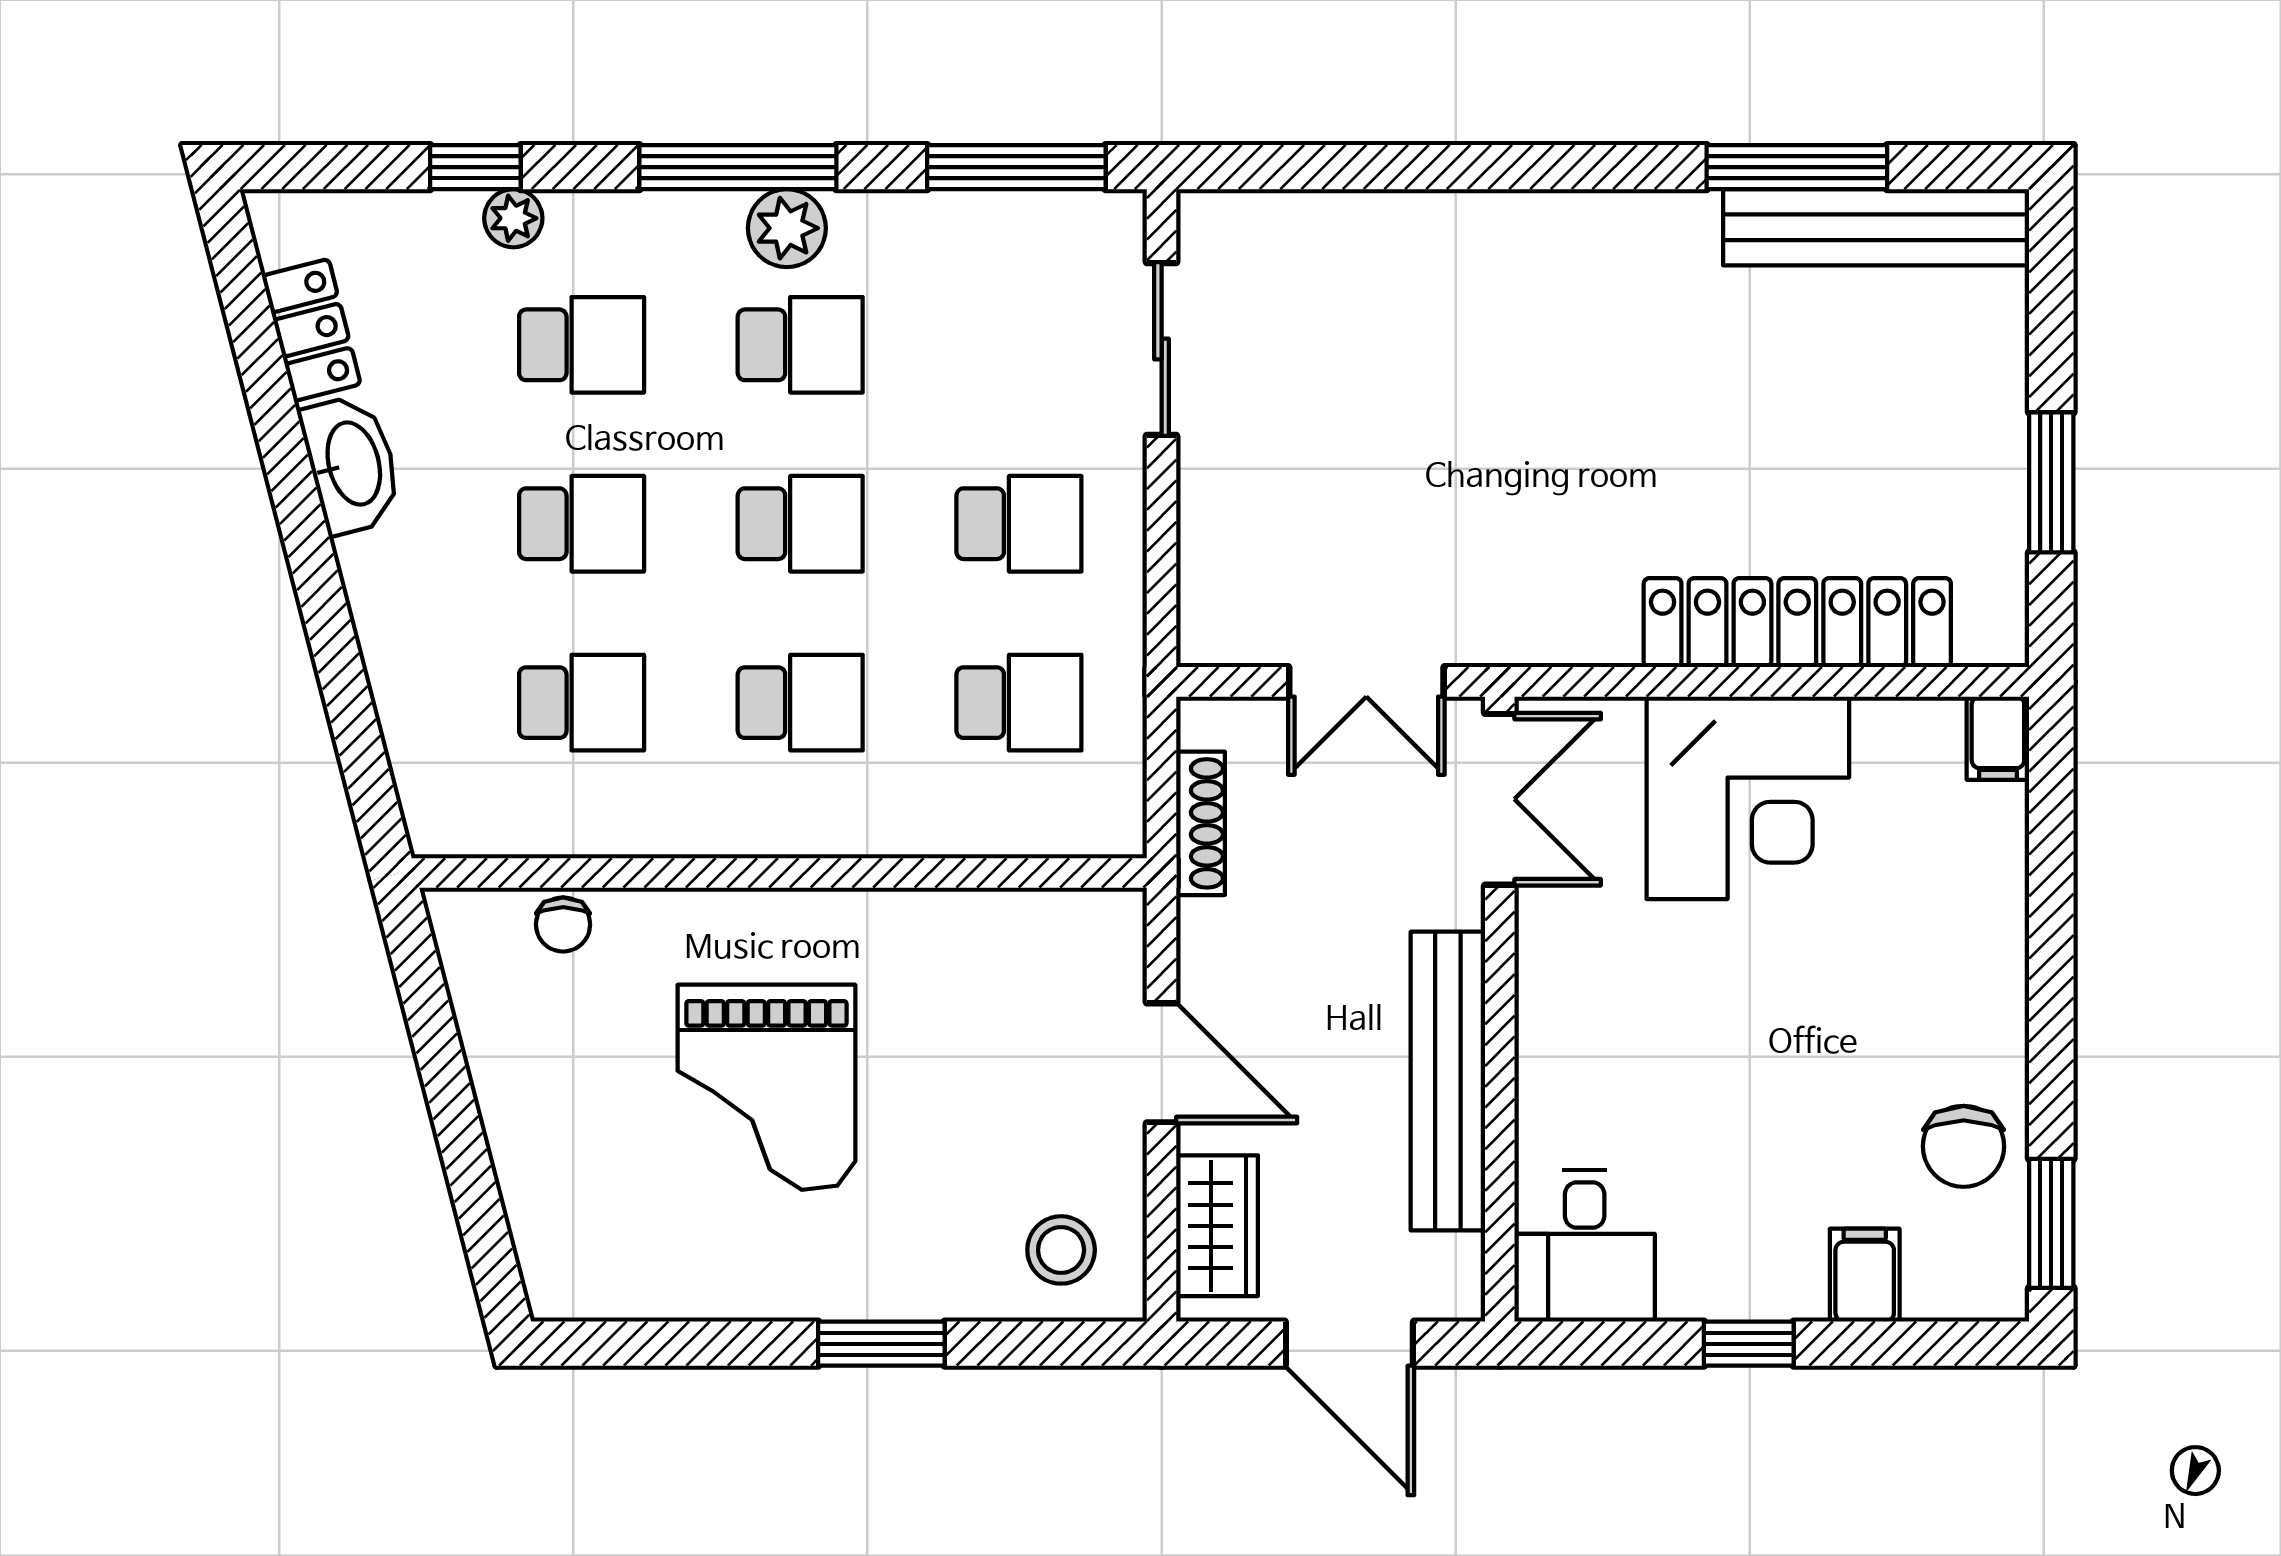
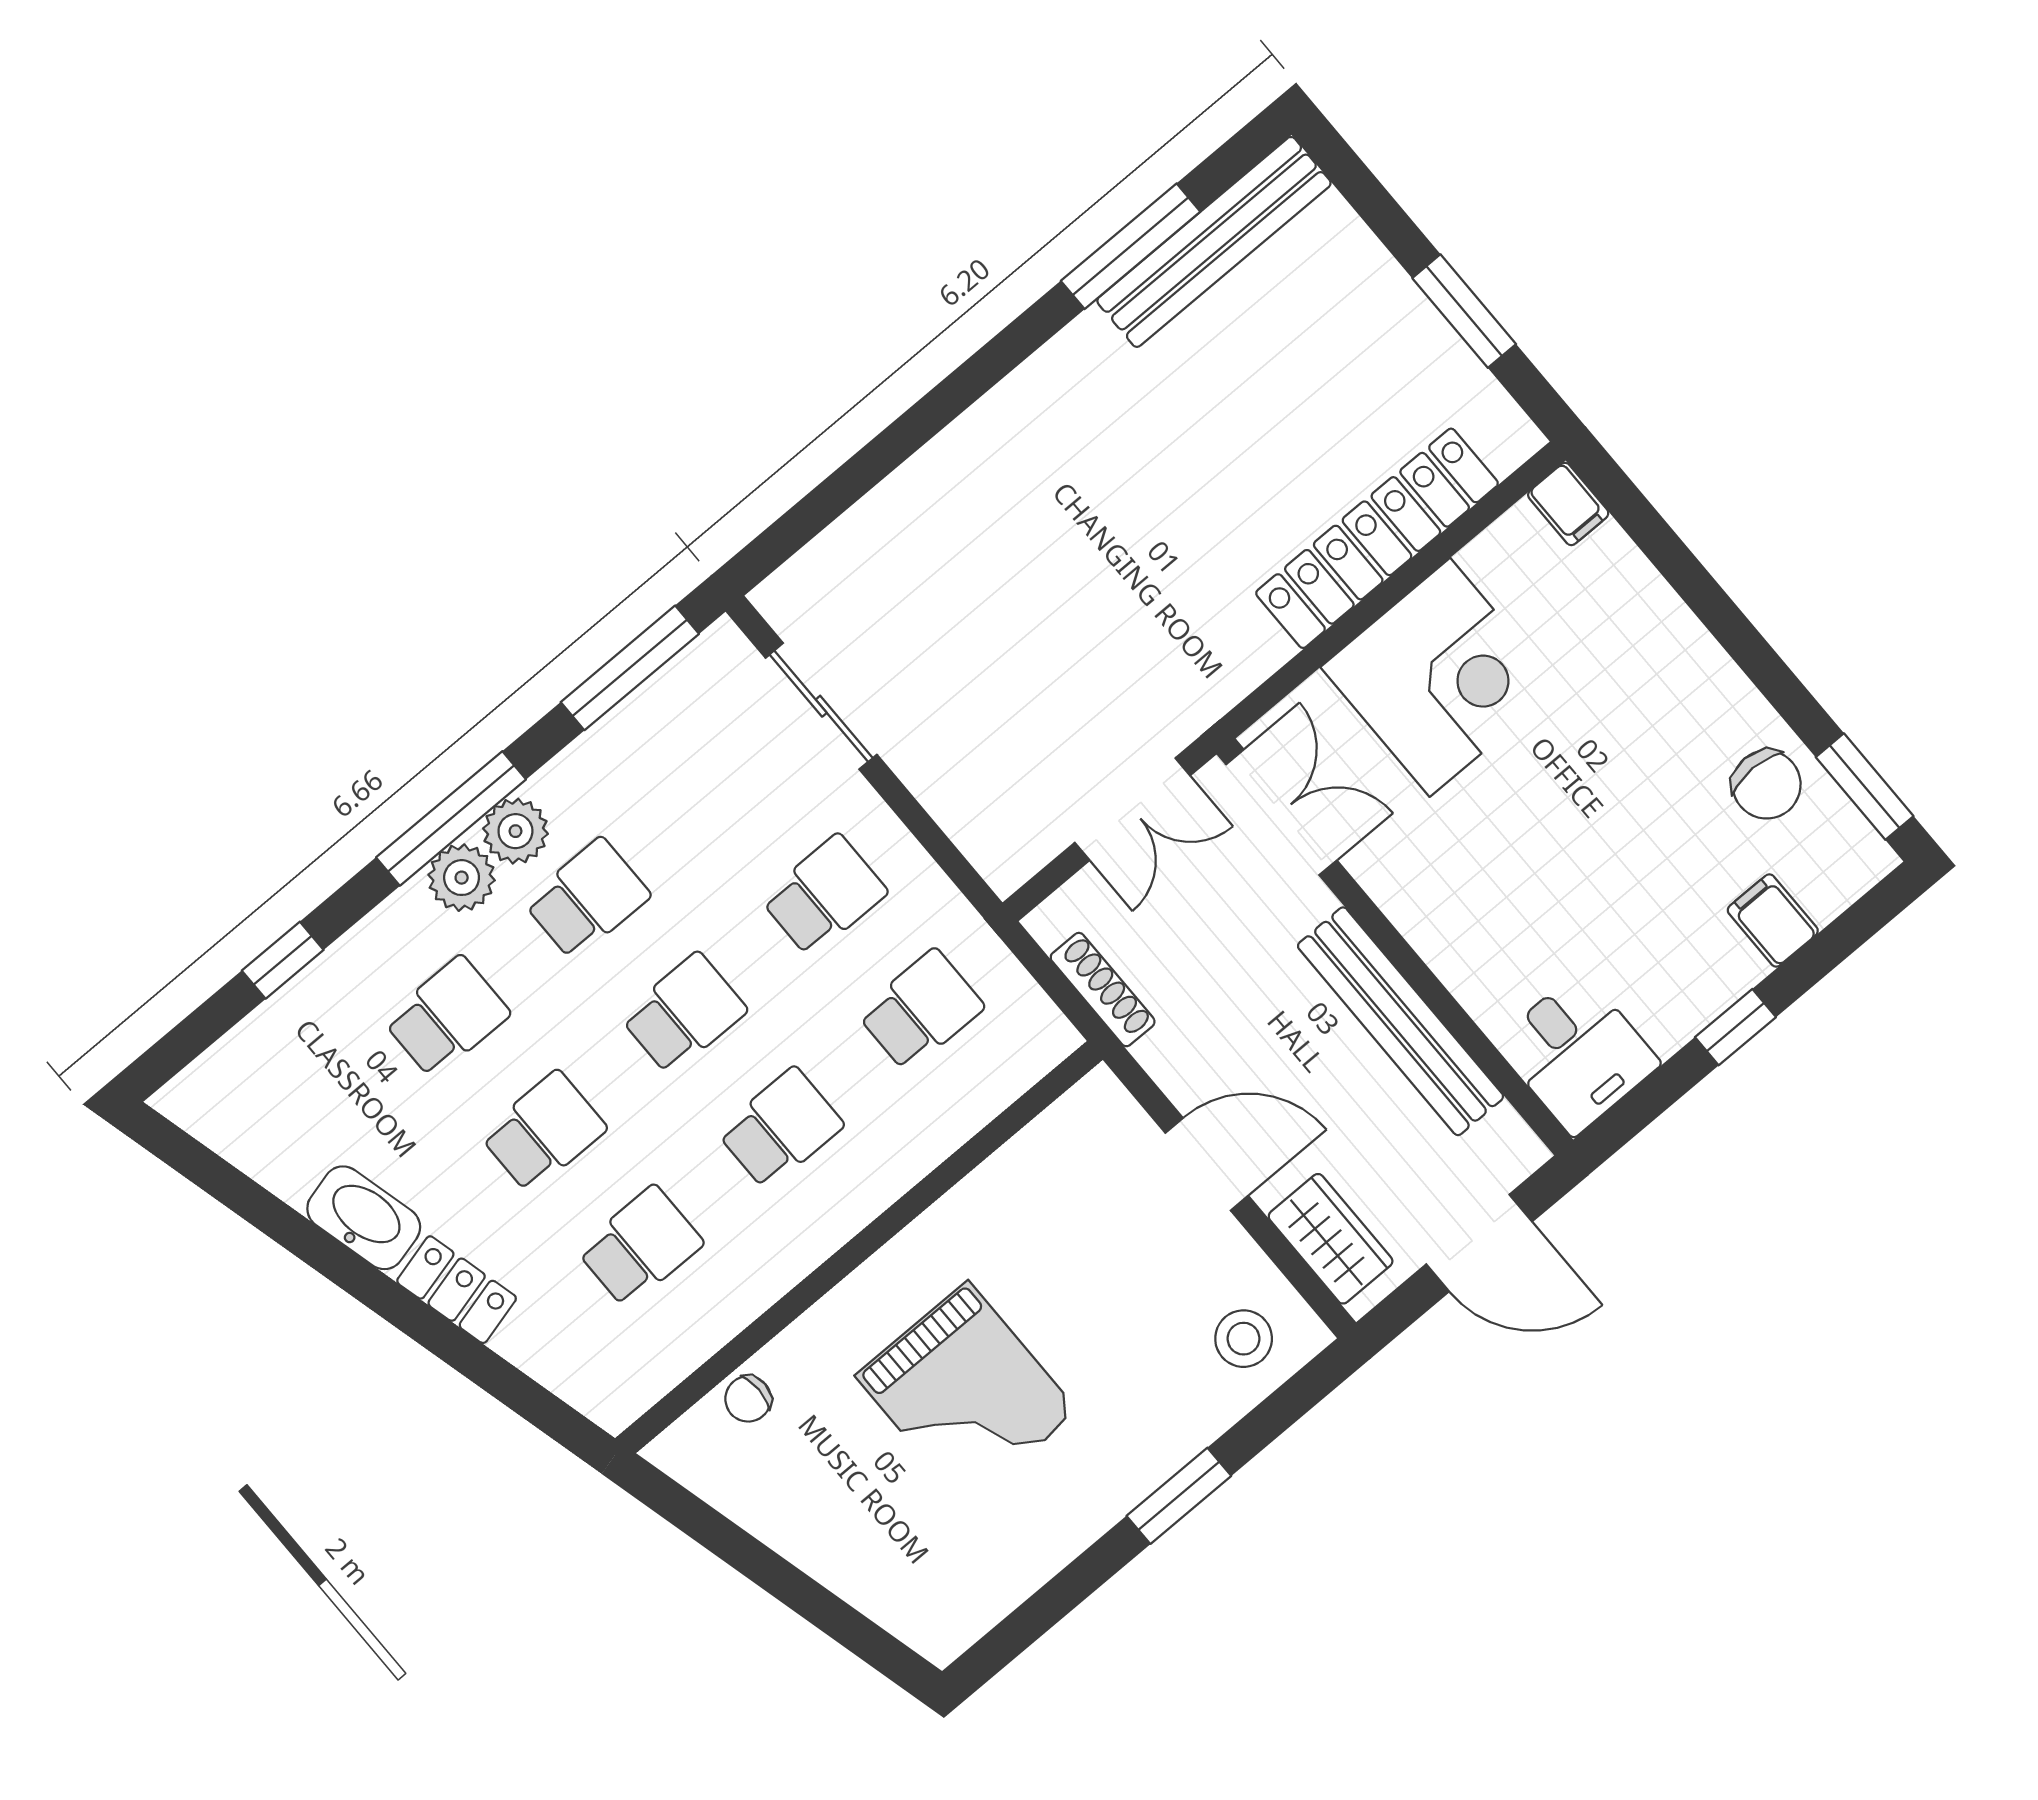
plant: (513, 218) -> (462, 878), moved, width x1.38, depth x1.38
locker: (311, 330) -> (457, 1290), moved
chair: (563, 924) -> (748, 1399), turned 90

